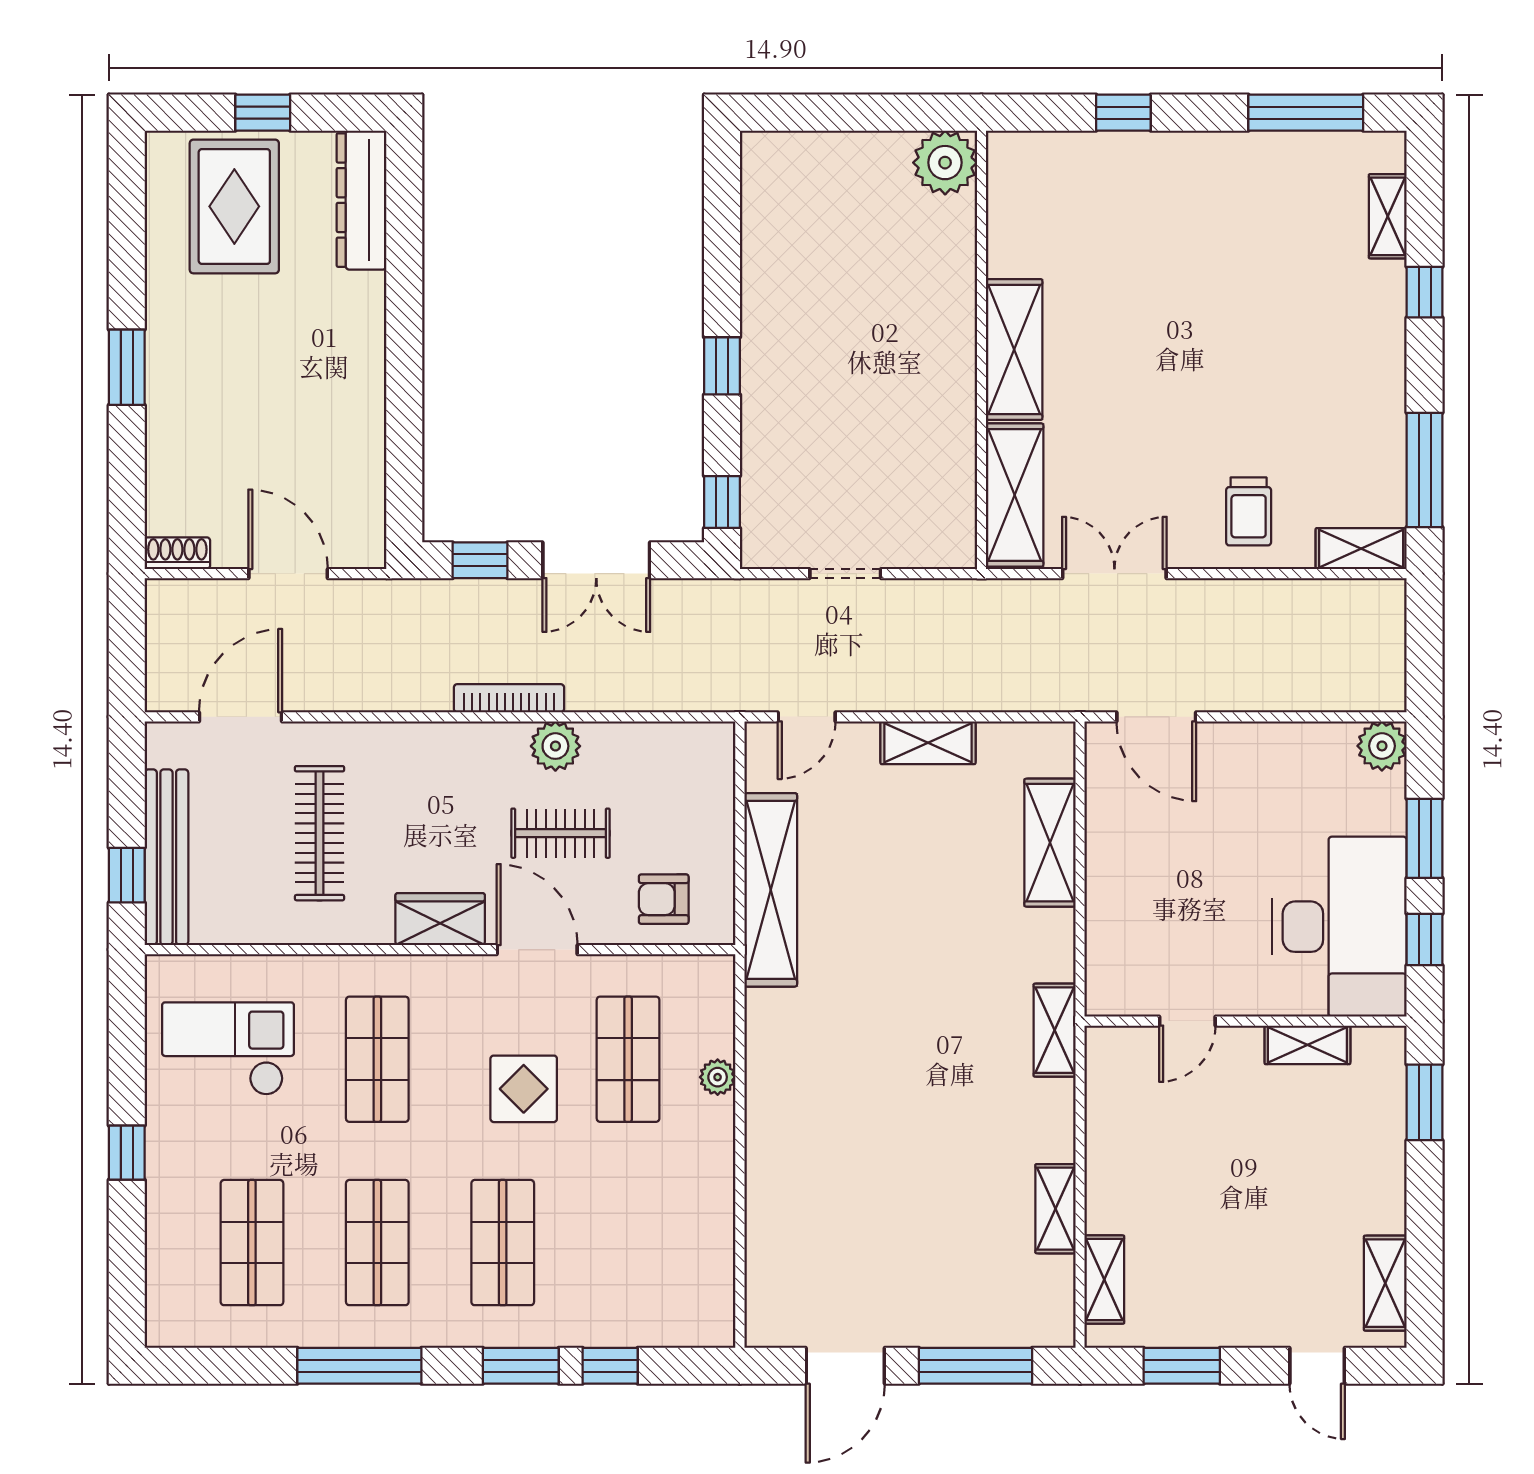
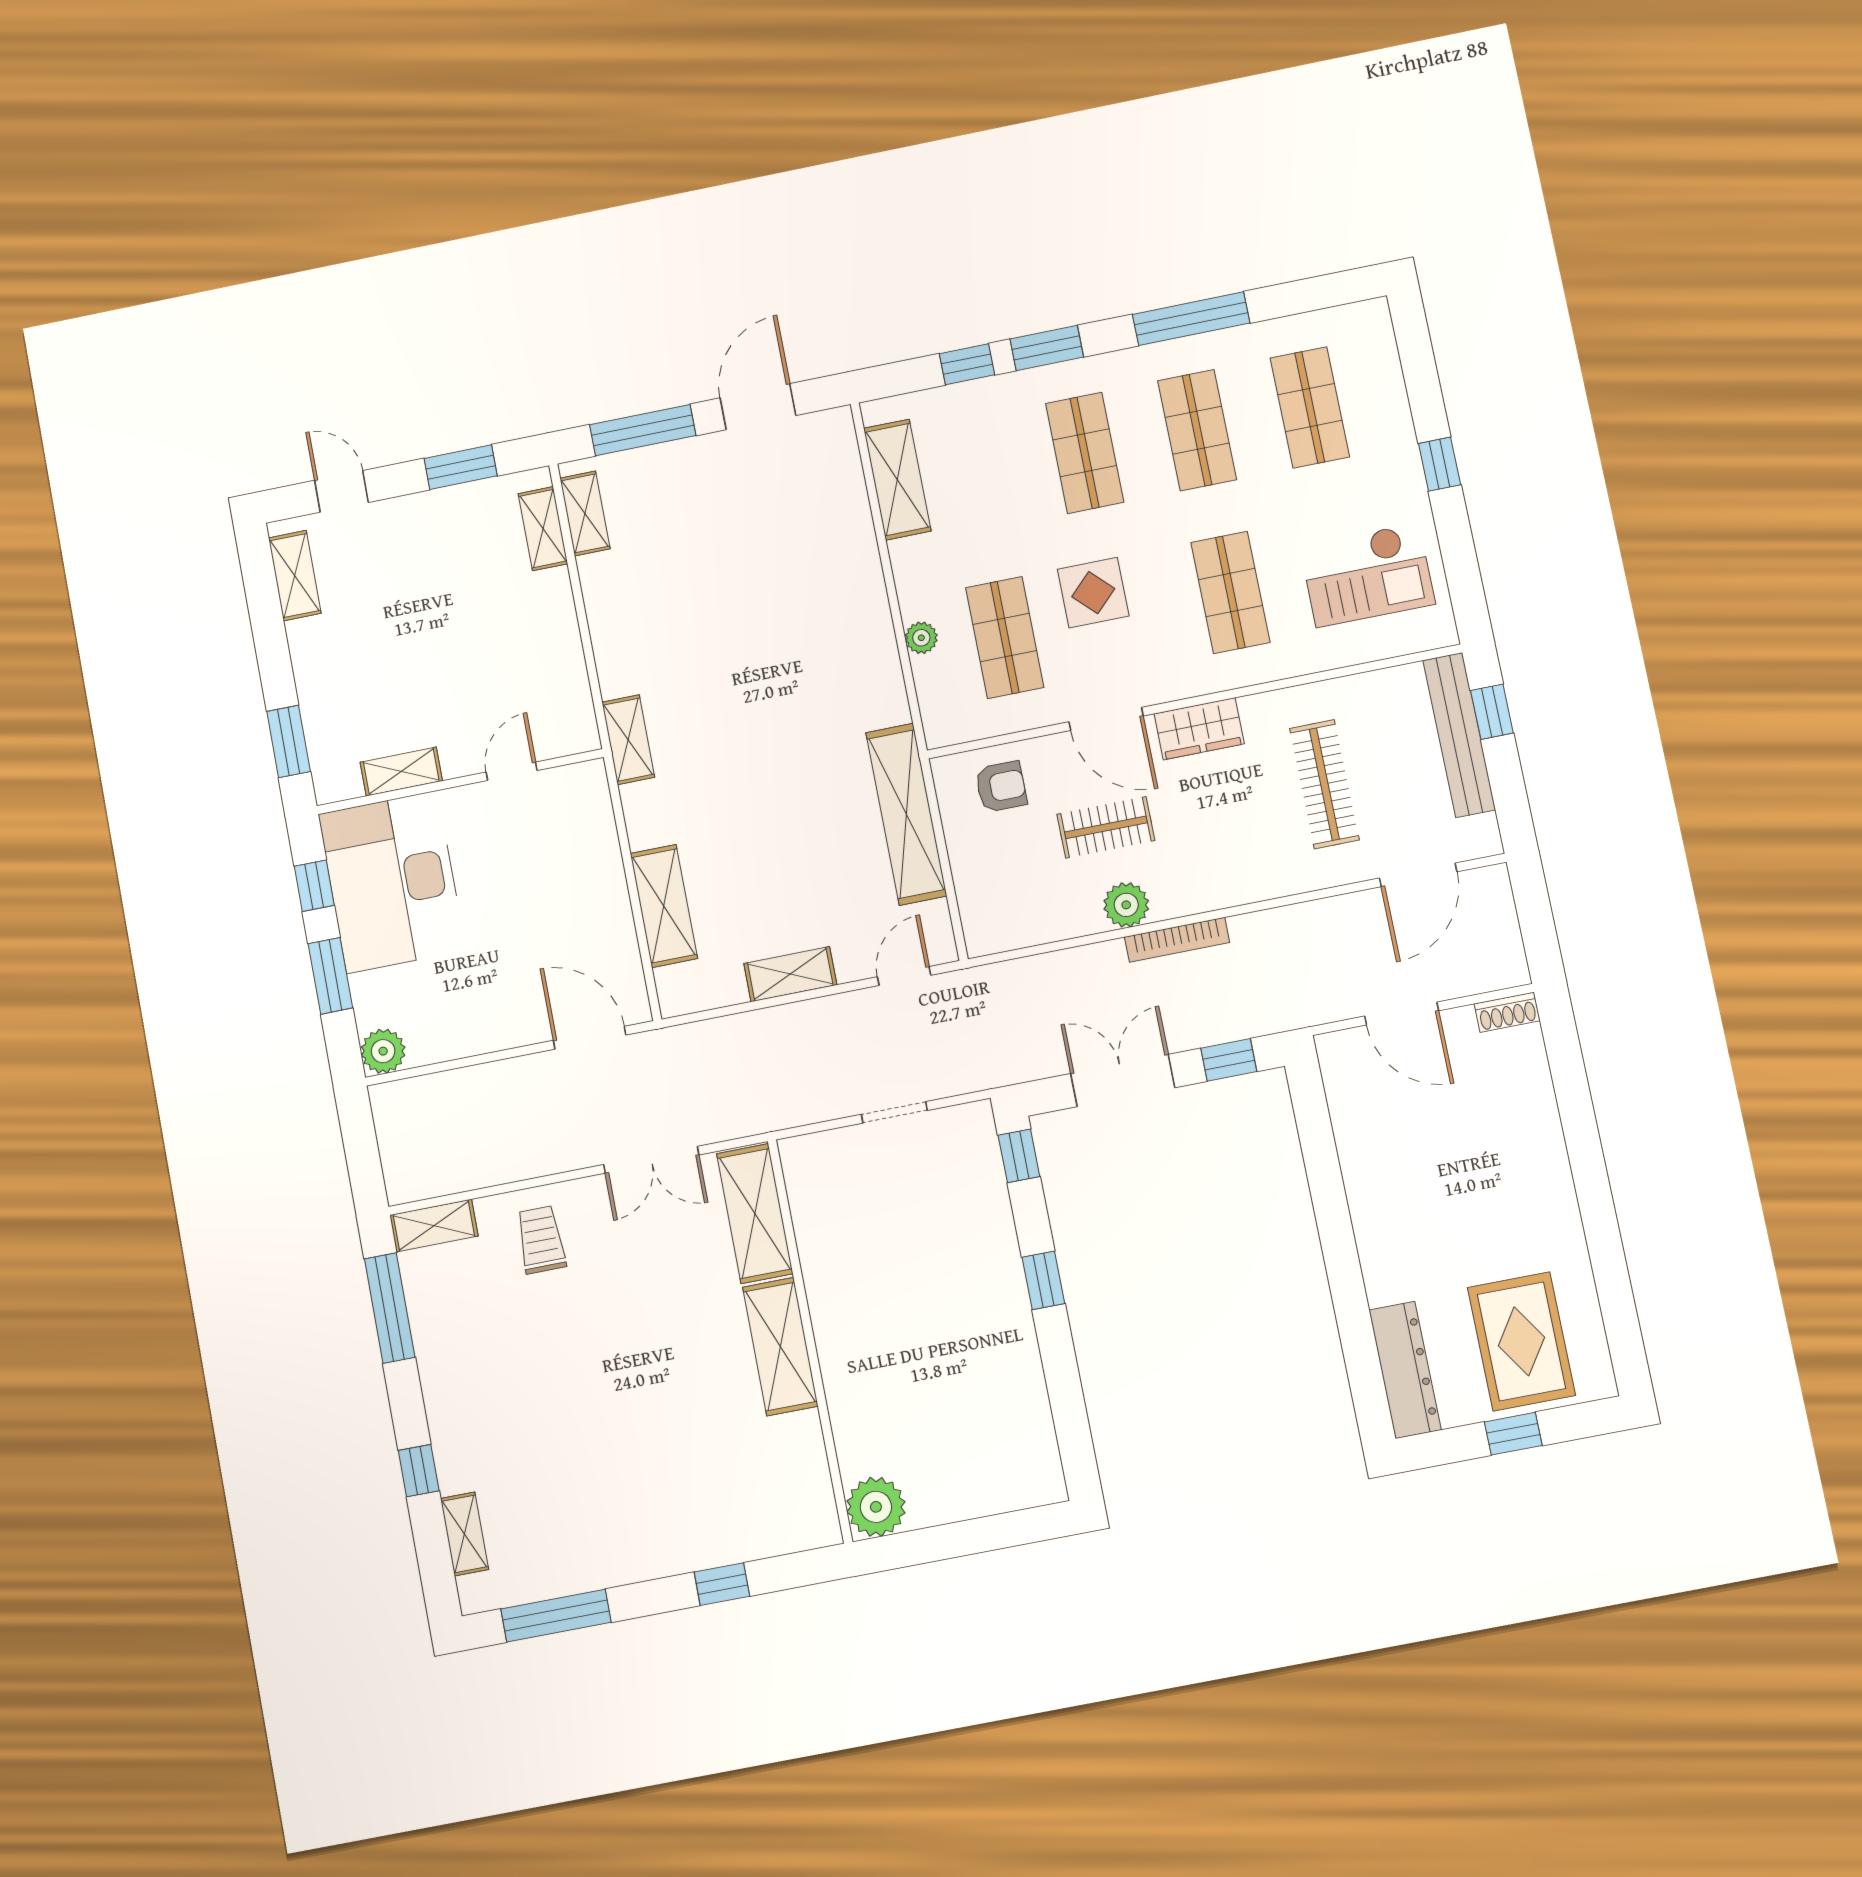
window: (127, 367) -> (1590, 1174), removed
shelving: (1055, 1209) -> (585, 513), moved
shelving: (710, 1255) -> (897, 480), added

